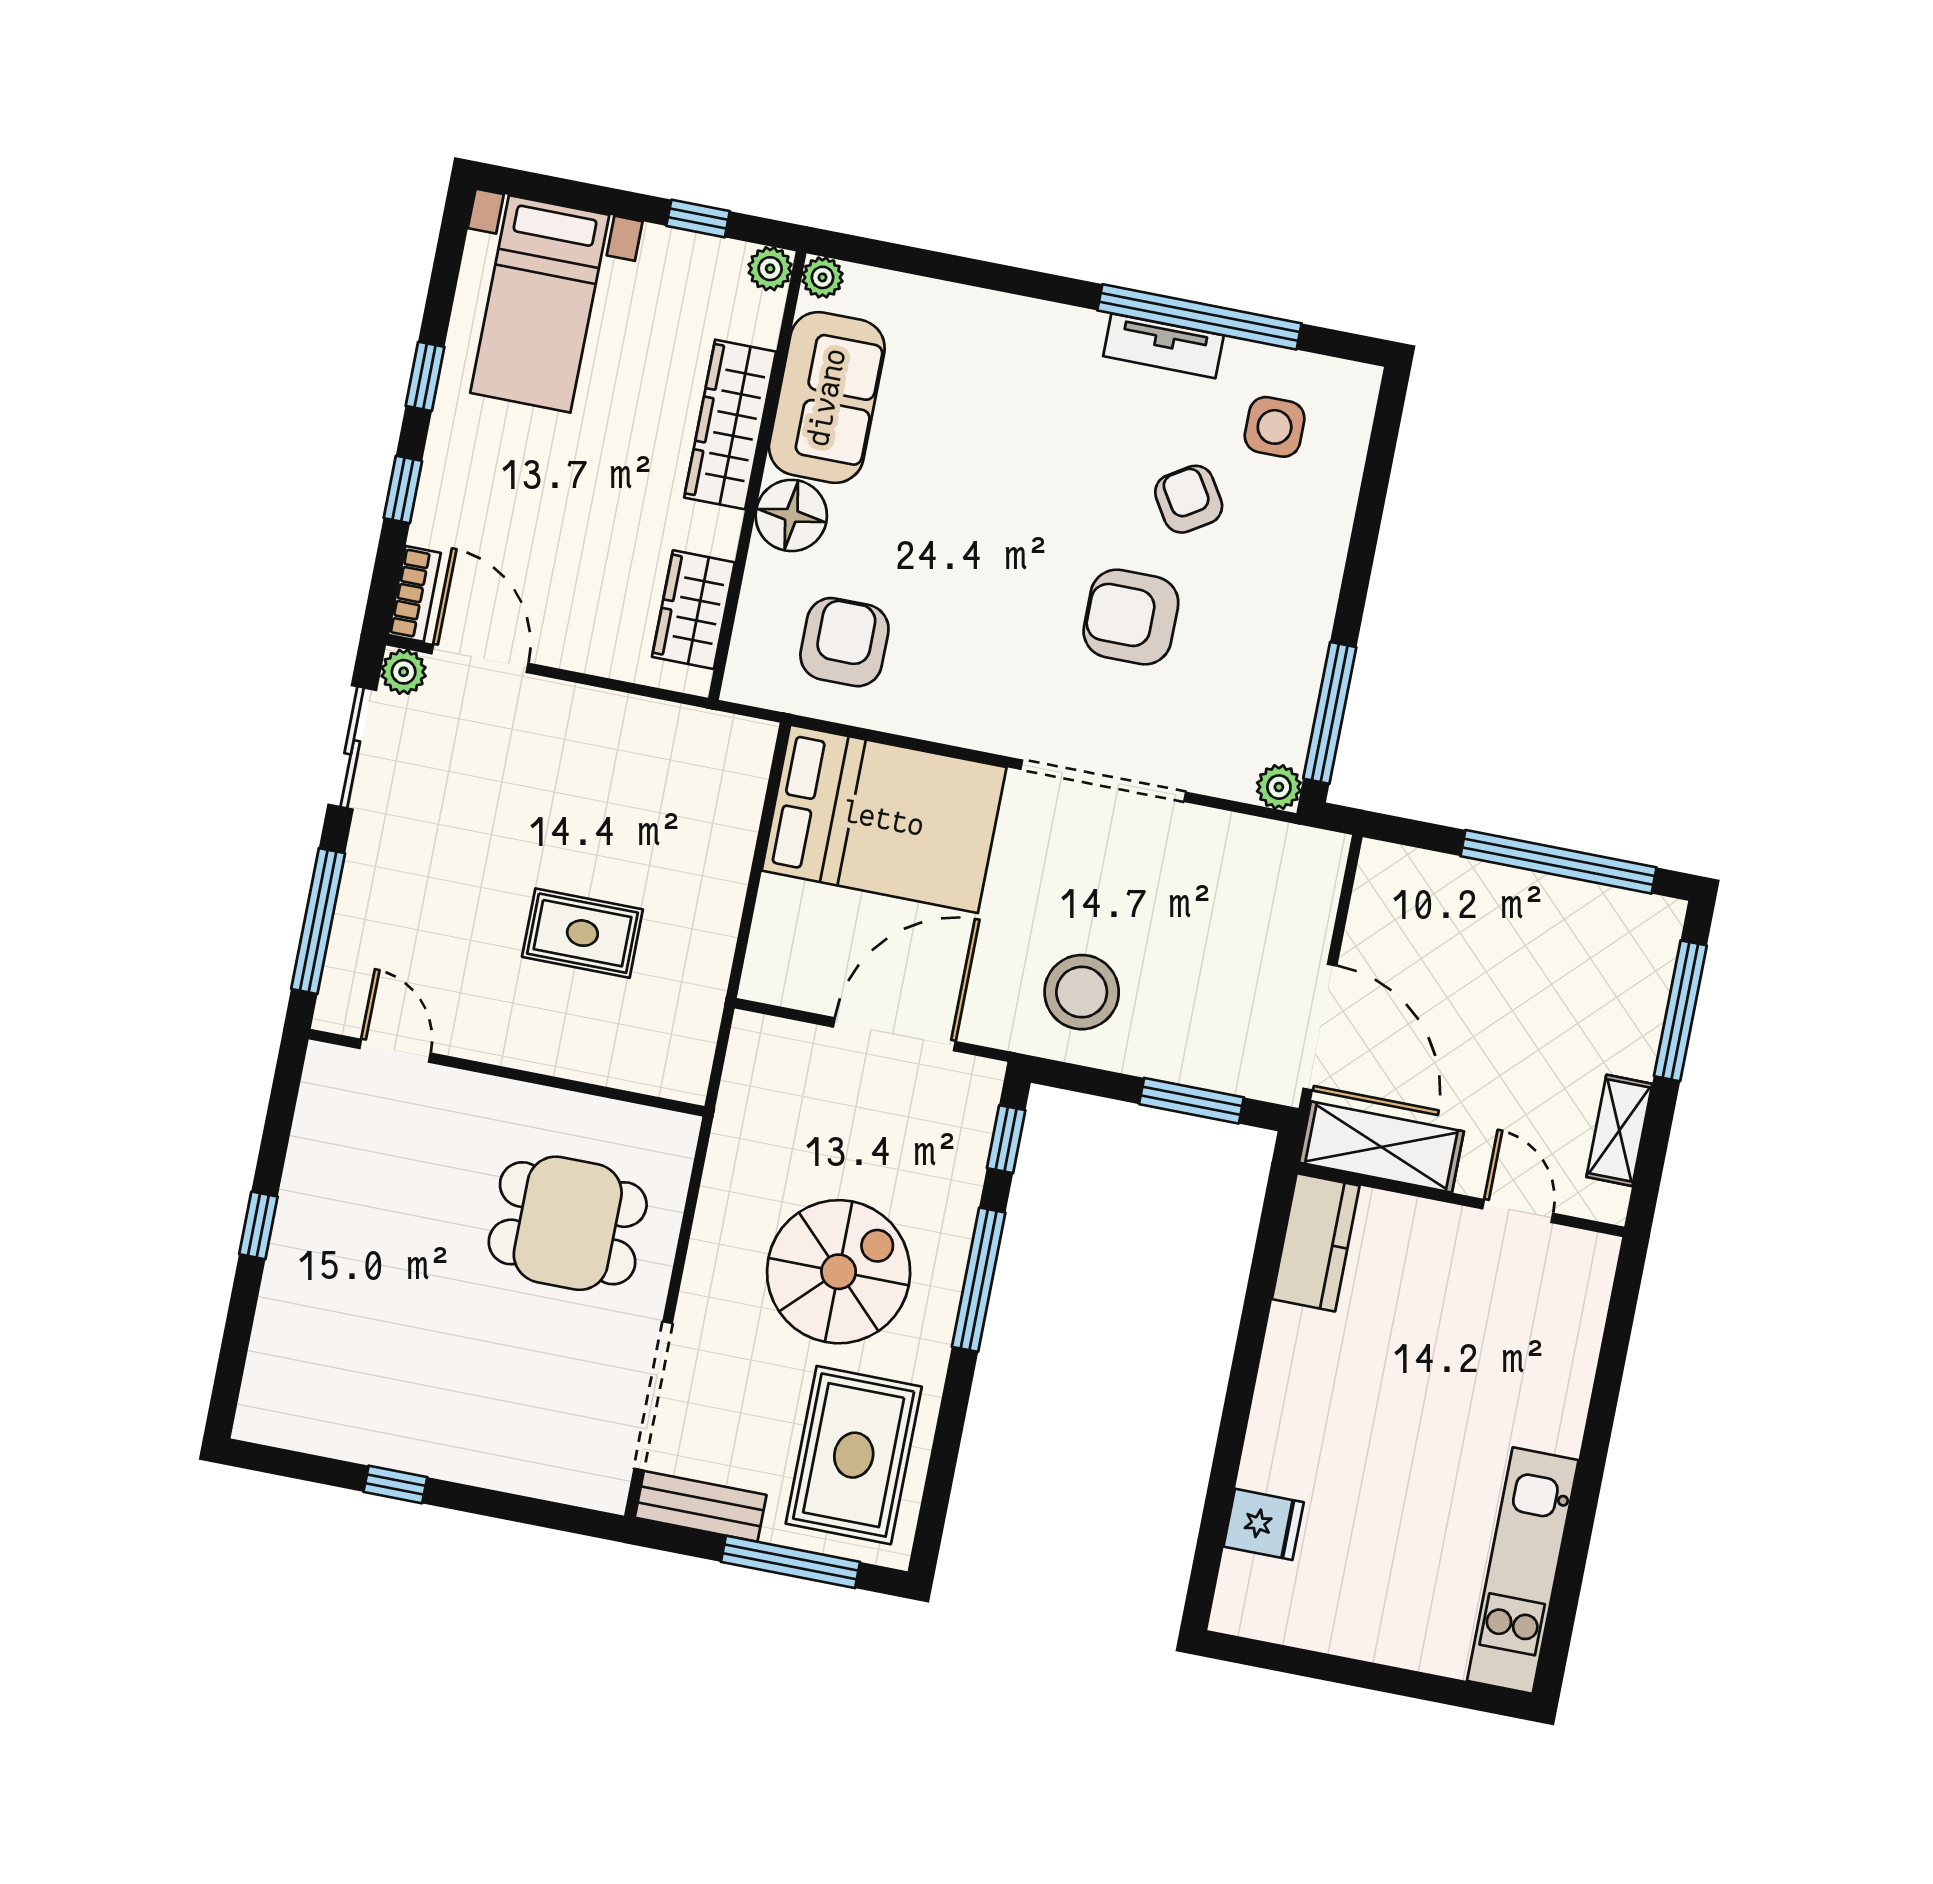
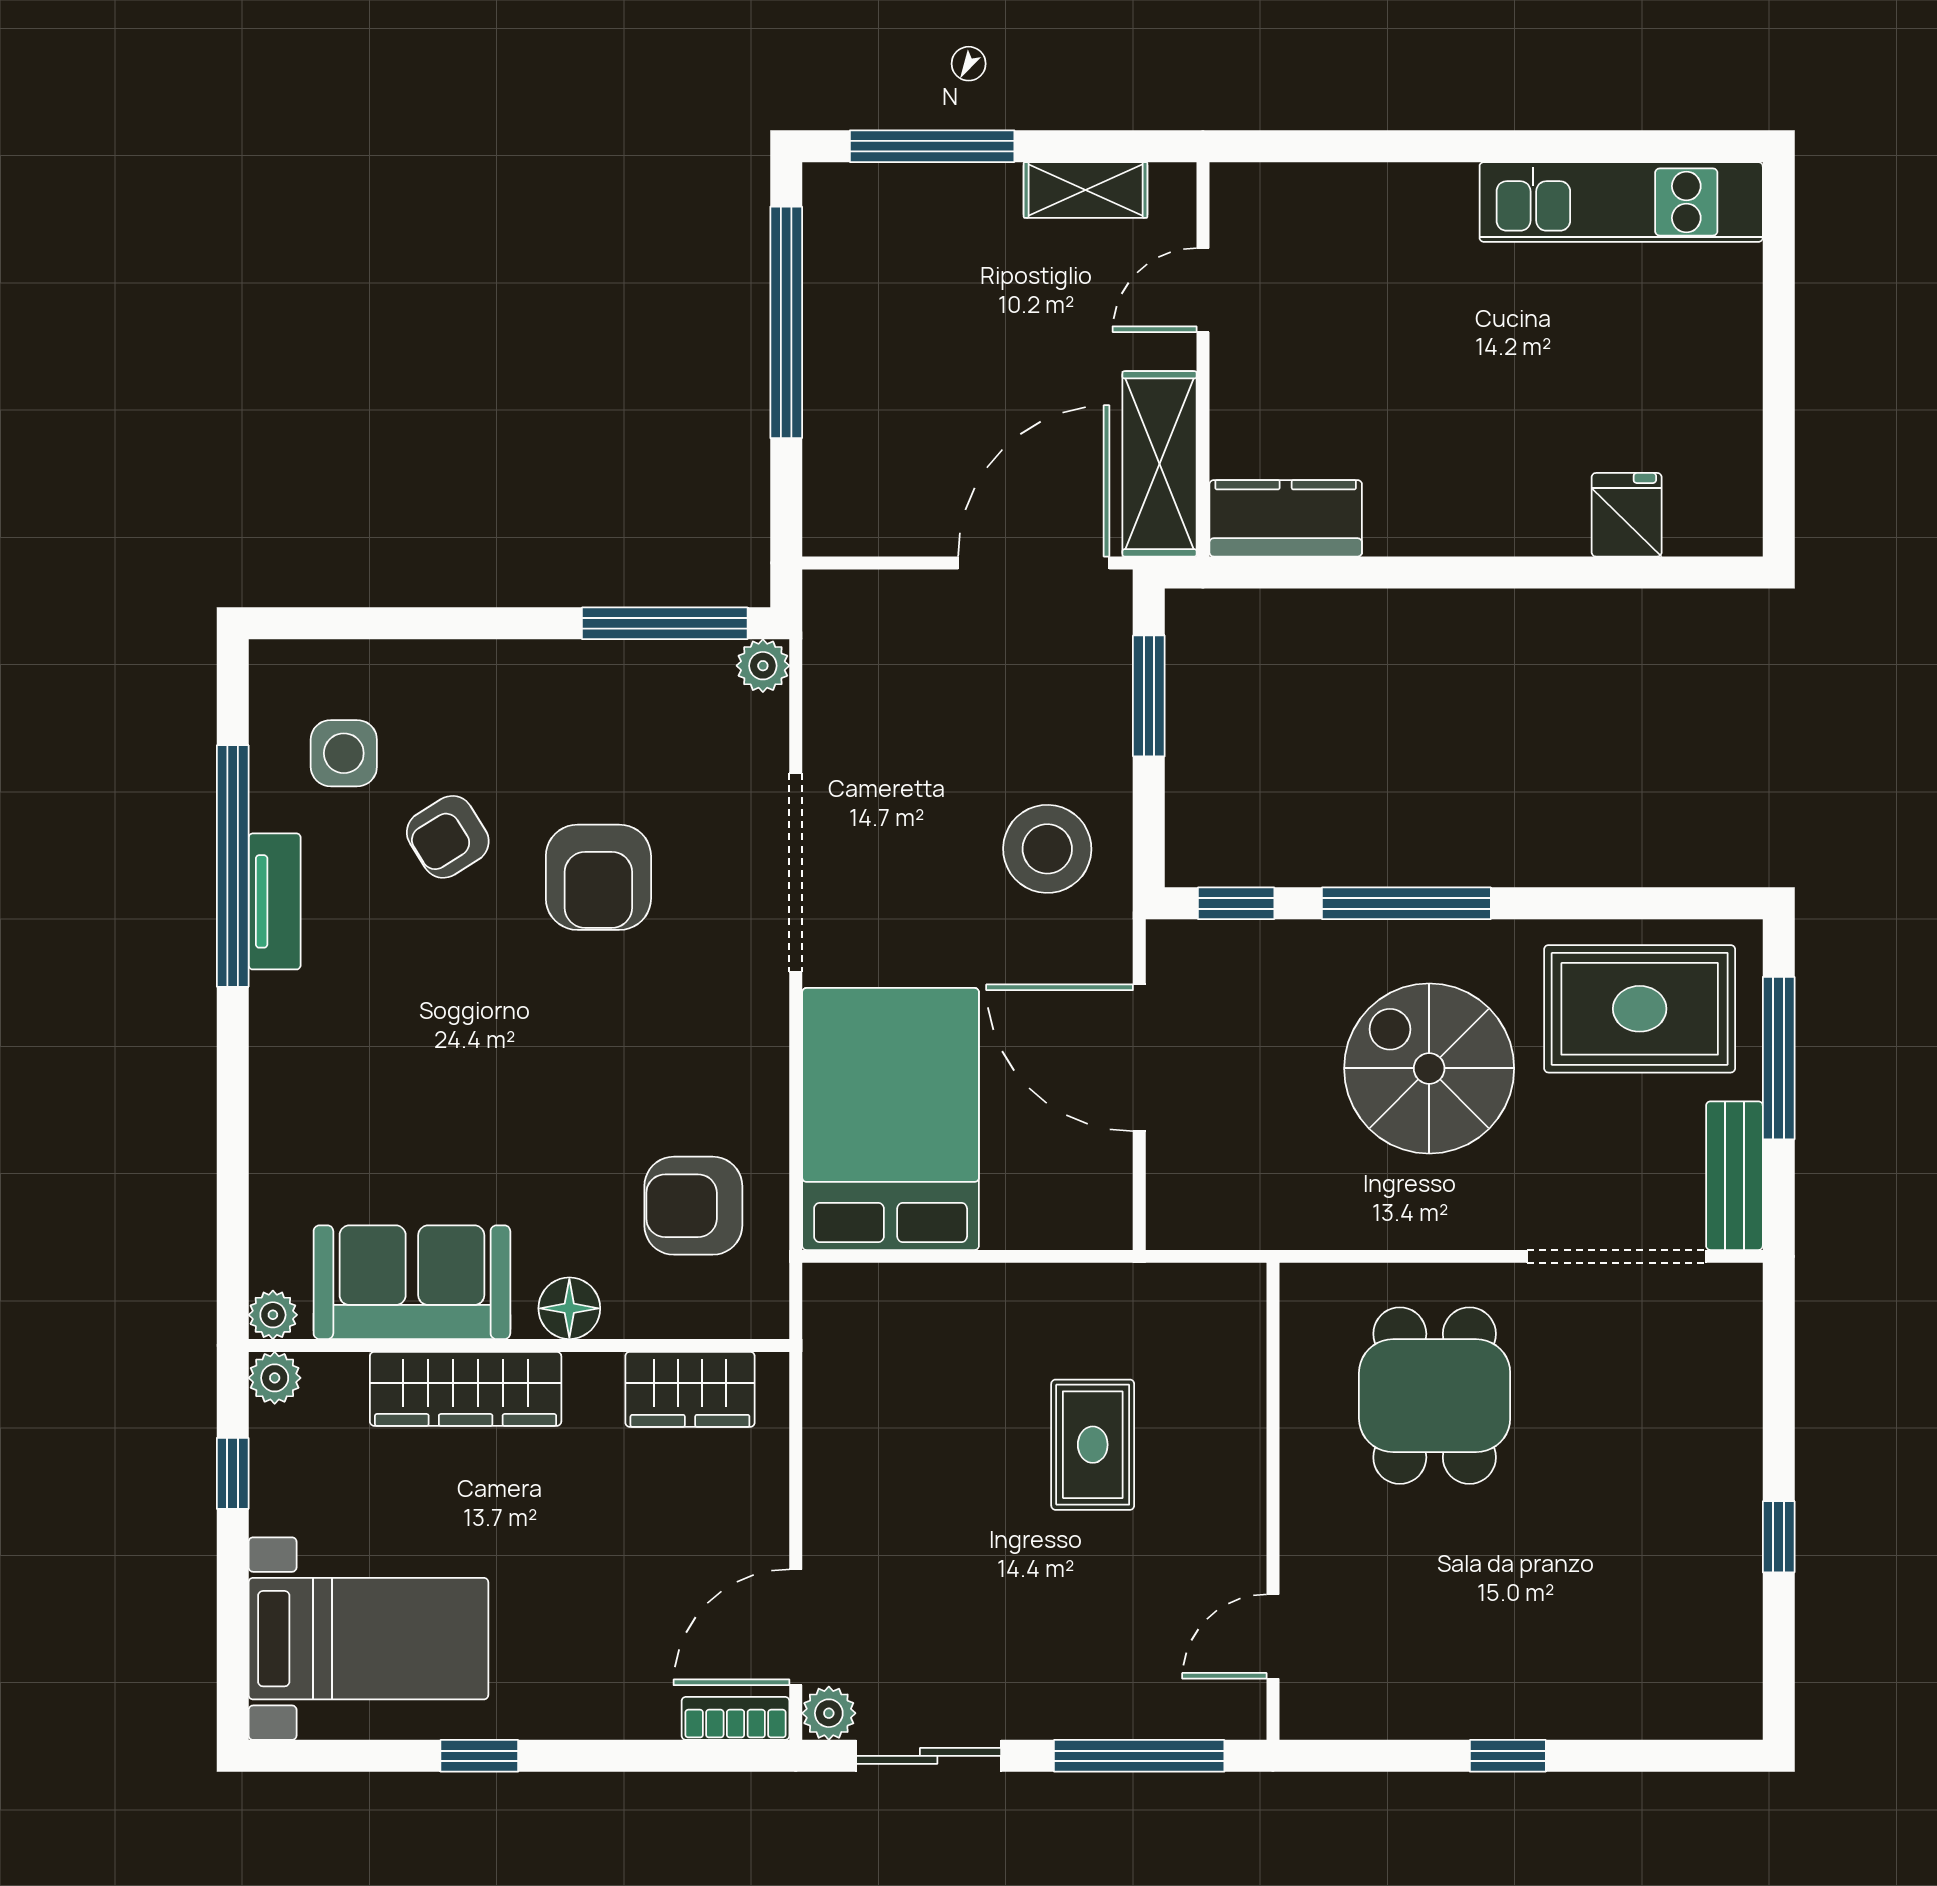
window: (403, 489) -> (616, 1756), removed
floor lamp: (791, 515) -> (569, 1308), width x0.73, depth x0.73

